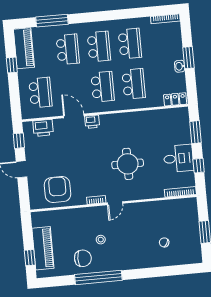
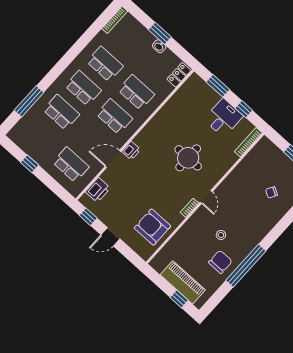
piano: (24, 48) -> (27, 142), removed

